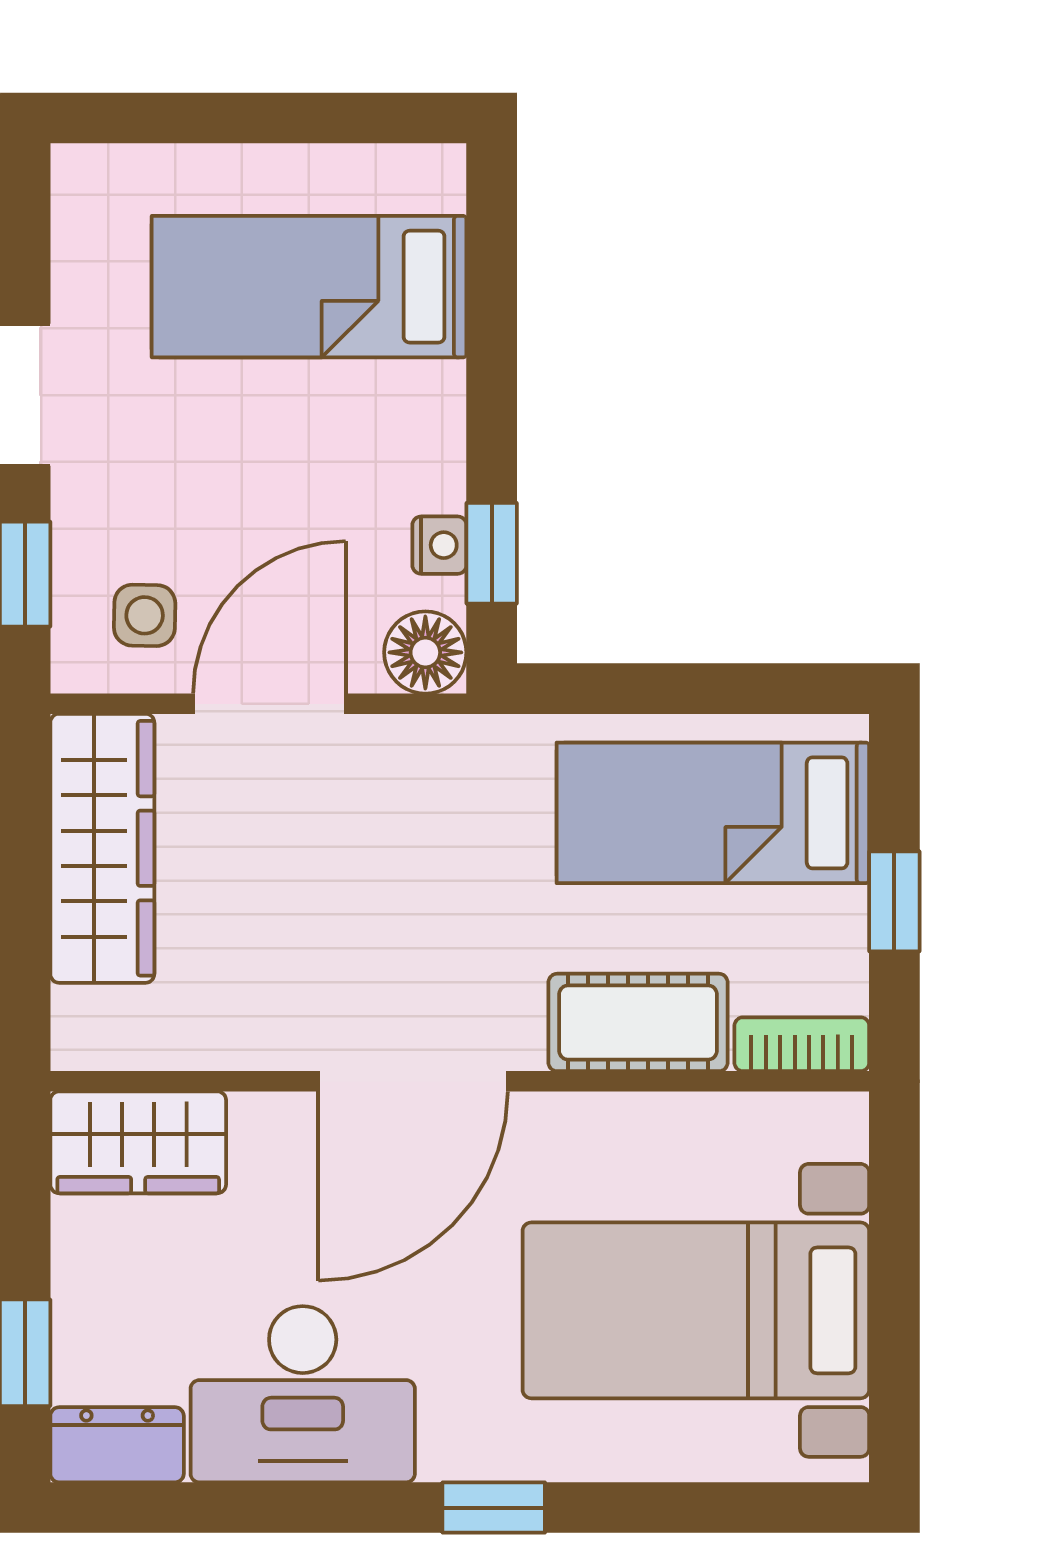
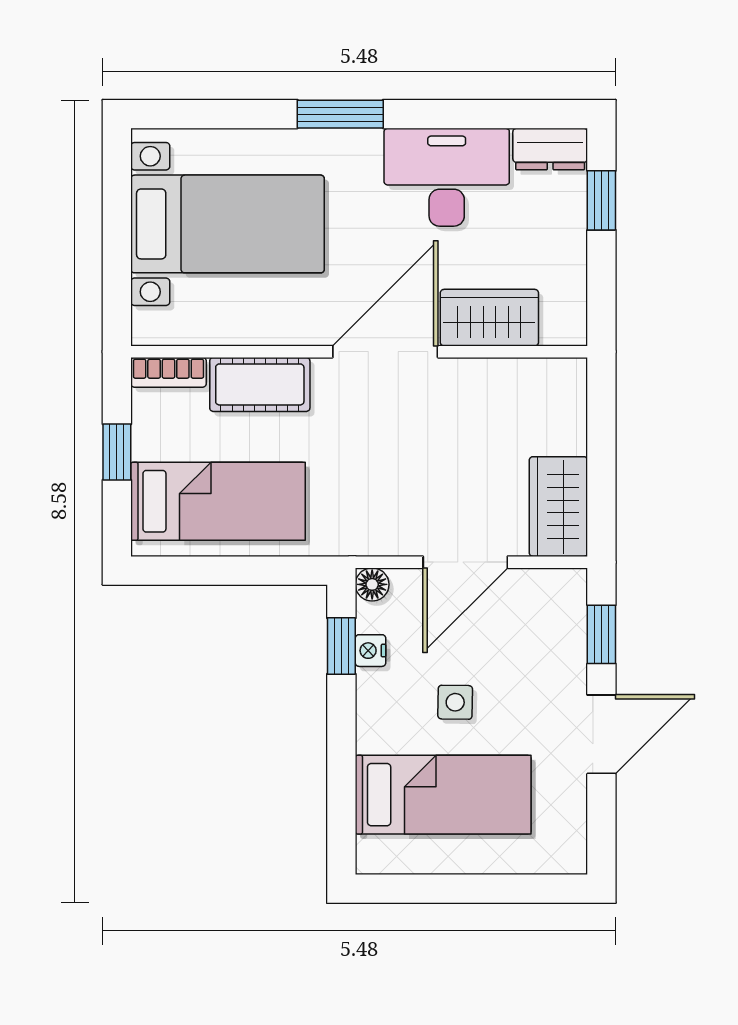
side table: (145, 615) -> (455, 702), moved
floor lamp: (425, 652) -> (372, 584), width x0.73, depth x0.73
wardrobe: (102, 848) -> (558, 507), width x0.67
wardrobe: (138, 1142) -> (489, 318), moved
window: (494, 1508) -> (340, 114), width x1.50

